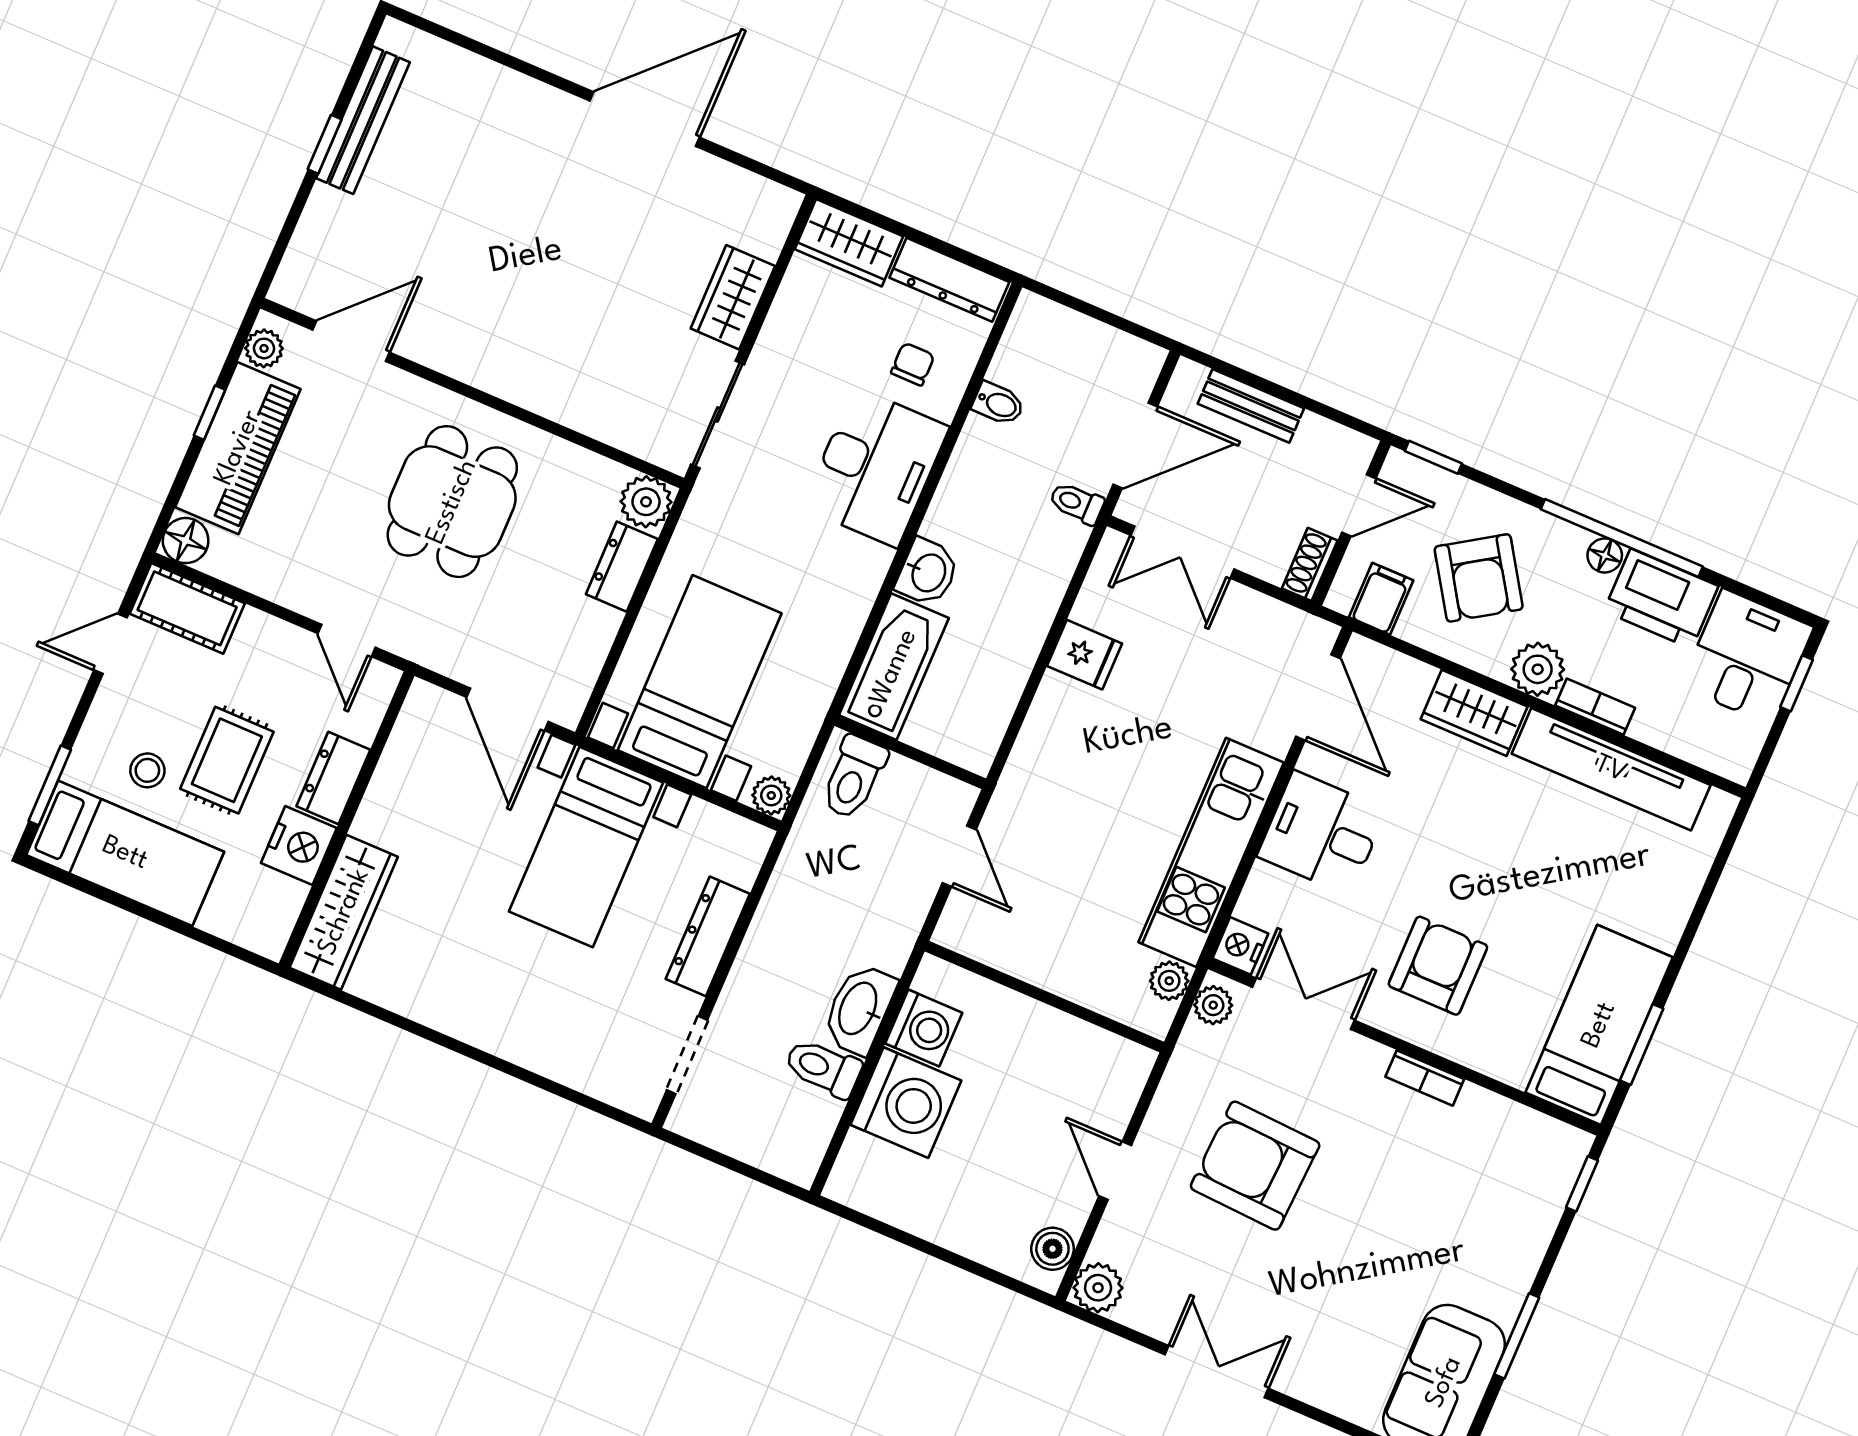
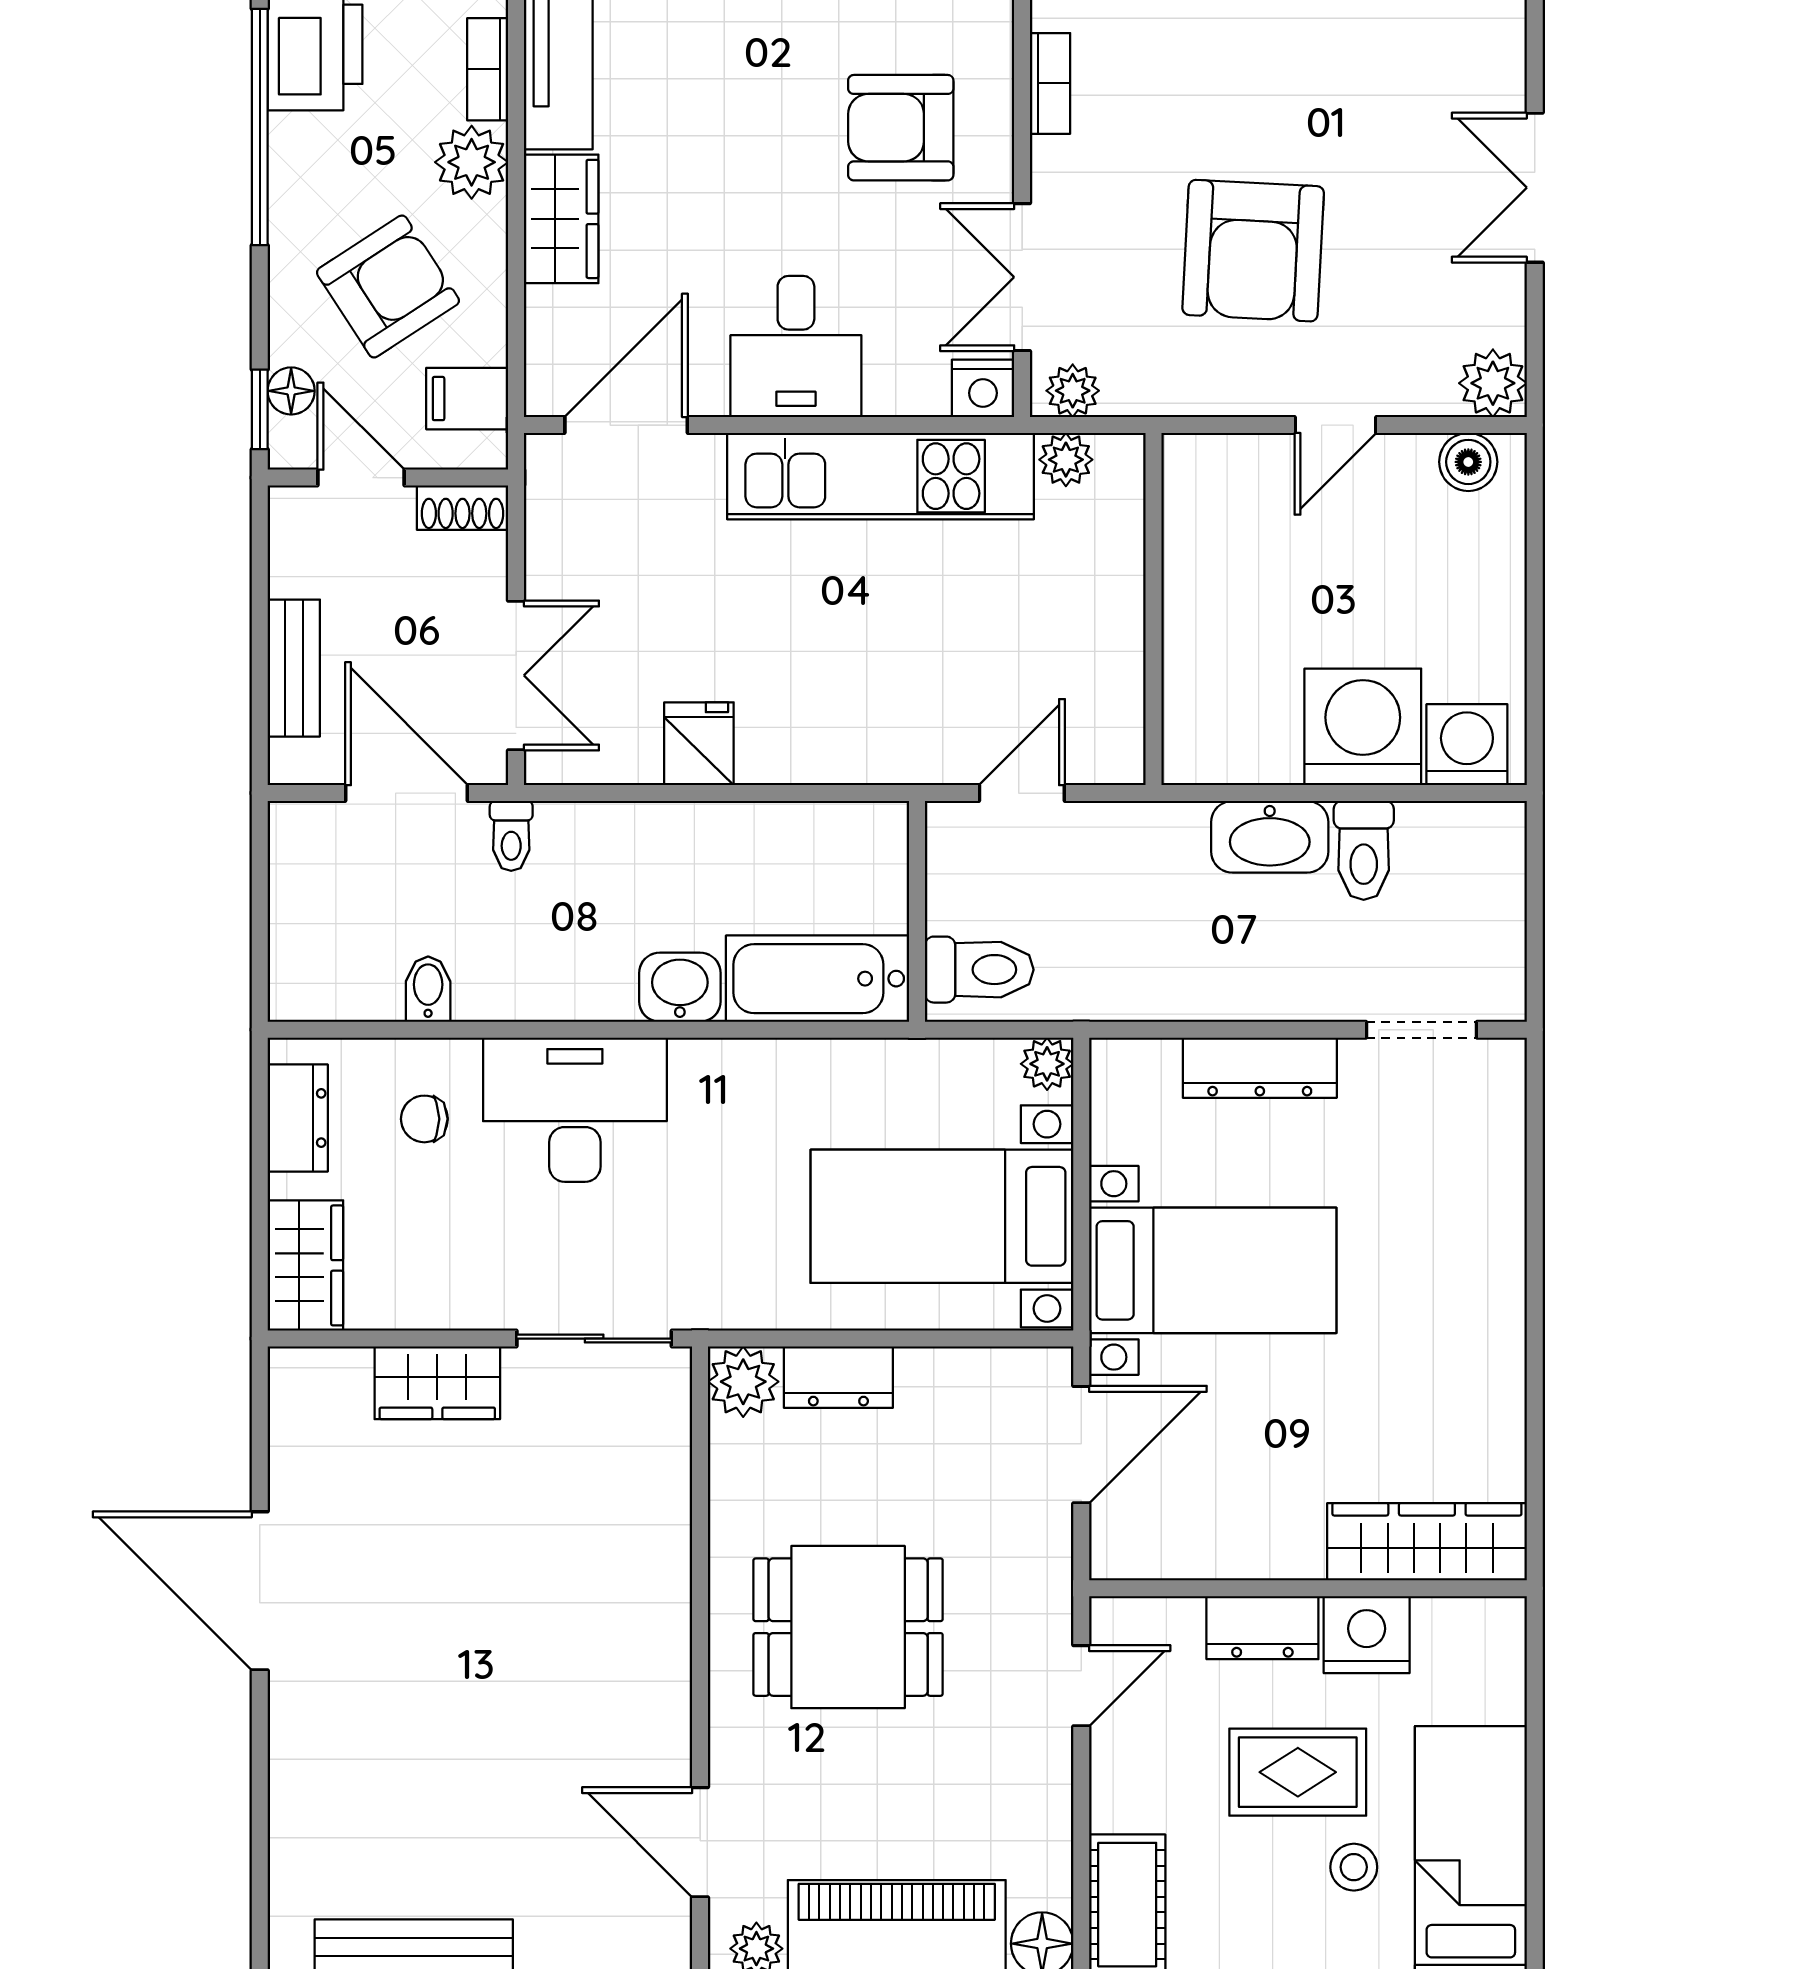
dresser: (949, 280) -> (298, 1118), width x0.70
floor lamp: (1605, 555) -> (291, 391), moved
washing machine: (924, 1028) -> (1467, 745), moved

